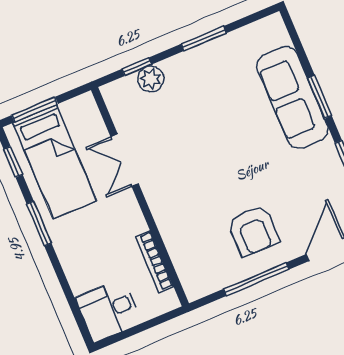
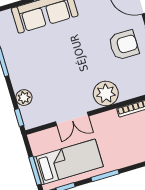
window: (137, 67) -> (19, 118), moved
plant: (172, 210) -> (106, 94), added

